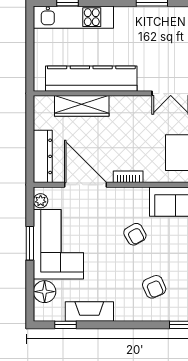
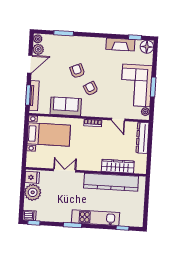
kitchen unit: (73, 17) -> (95, 218), moved
door: (86, 185) -> (118, 120), width x0.53
armchair: (154, 287) -> (77, 71), moved
floor lamp: (45, 292) -> (147, 47), moved

